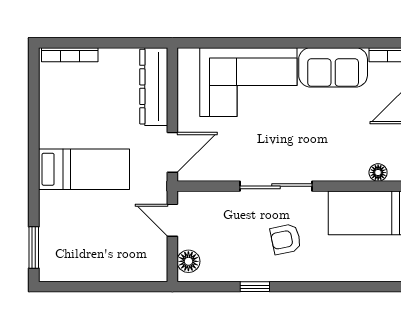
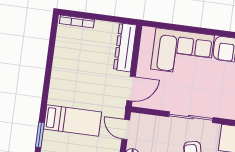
bed: (84, 169) -> (73, 120), moved

